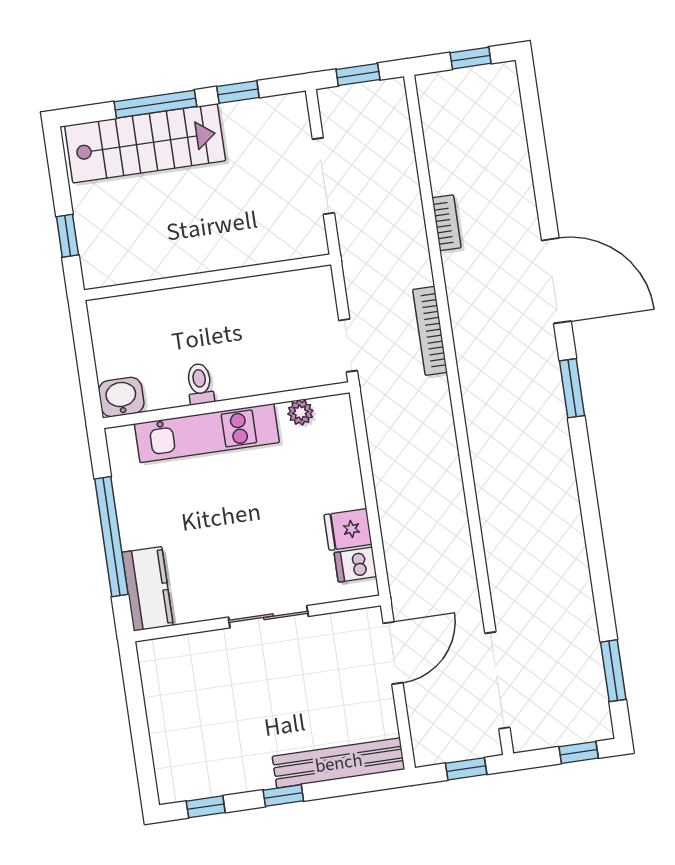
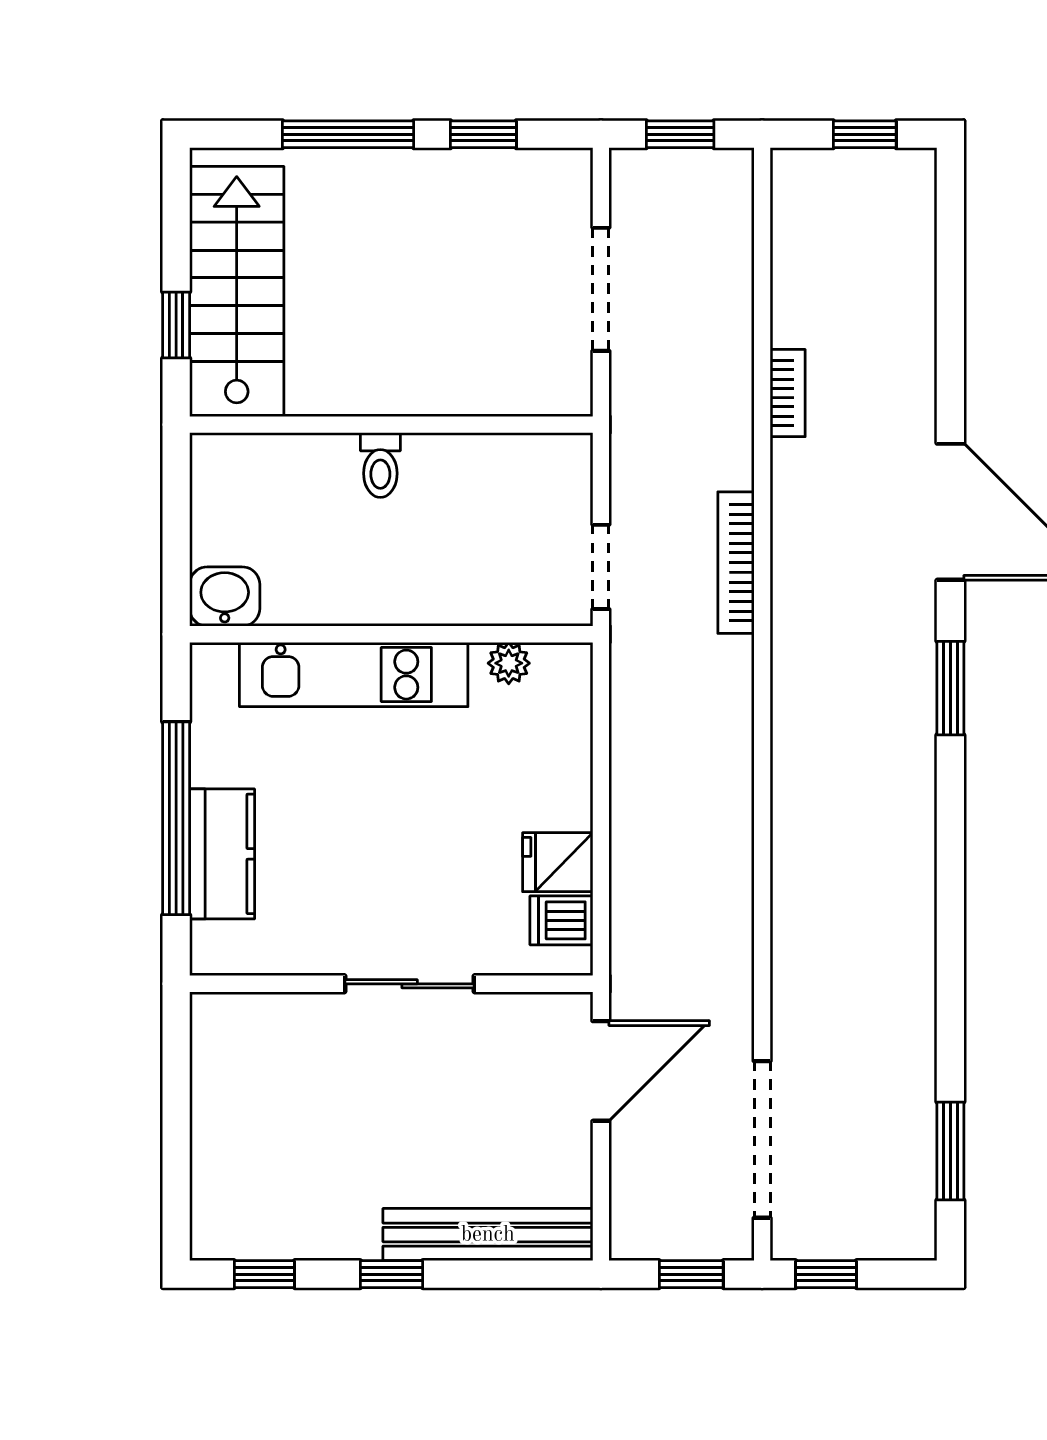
stairs: (145, 143) -> (237, 291), moved, turned -90
toilet: (200, 384) -> (380, 465), moved, turned 180
kitchen counter: (148, 589) -> (222, 854), moved
window: (579, 752) -> (826, 1274), moved

